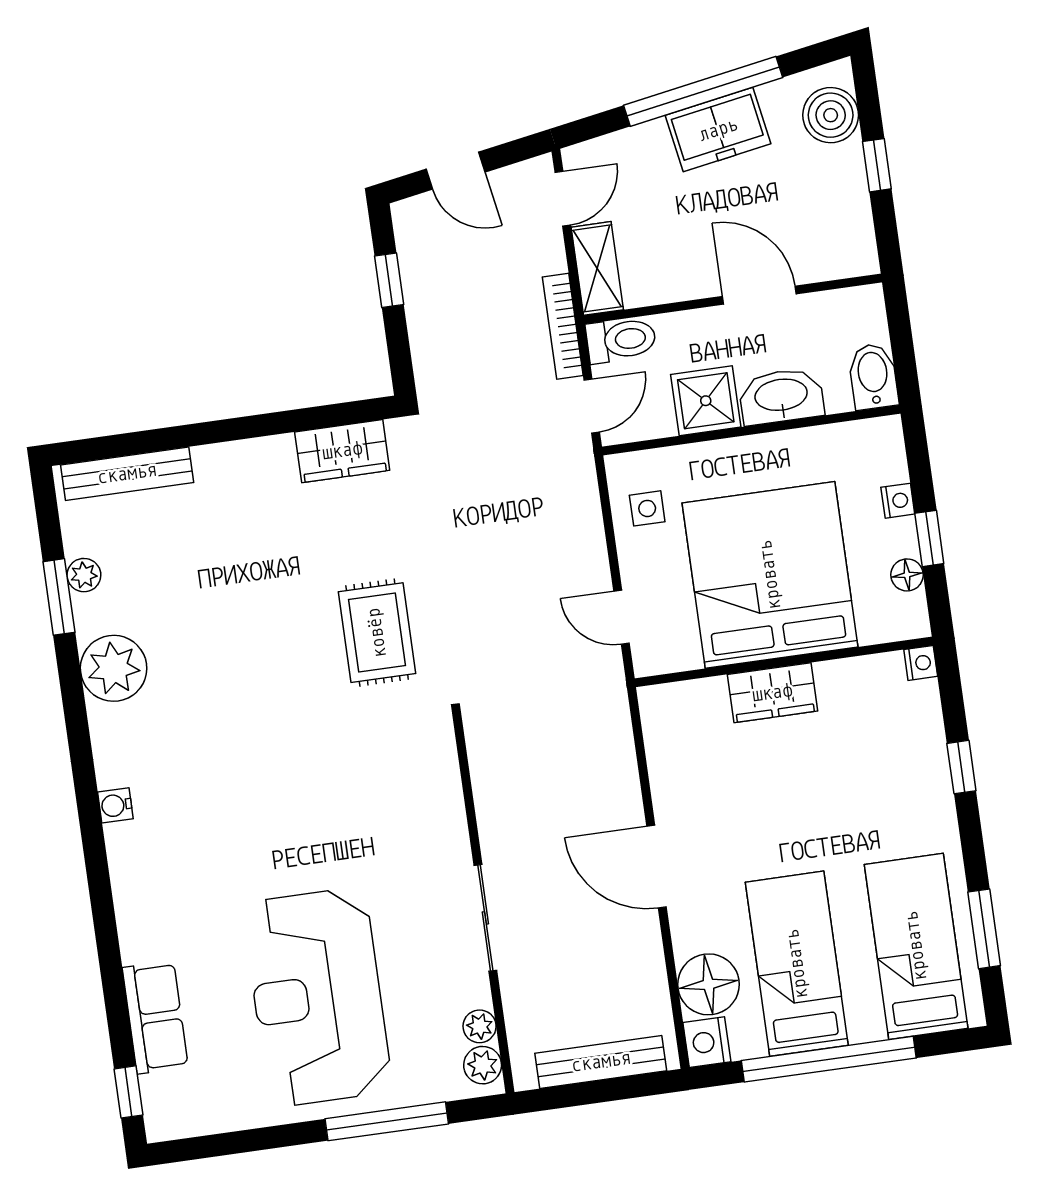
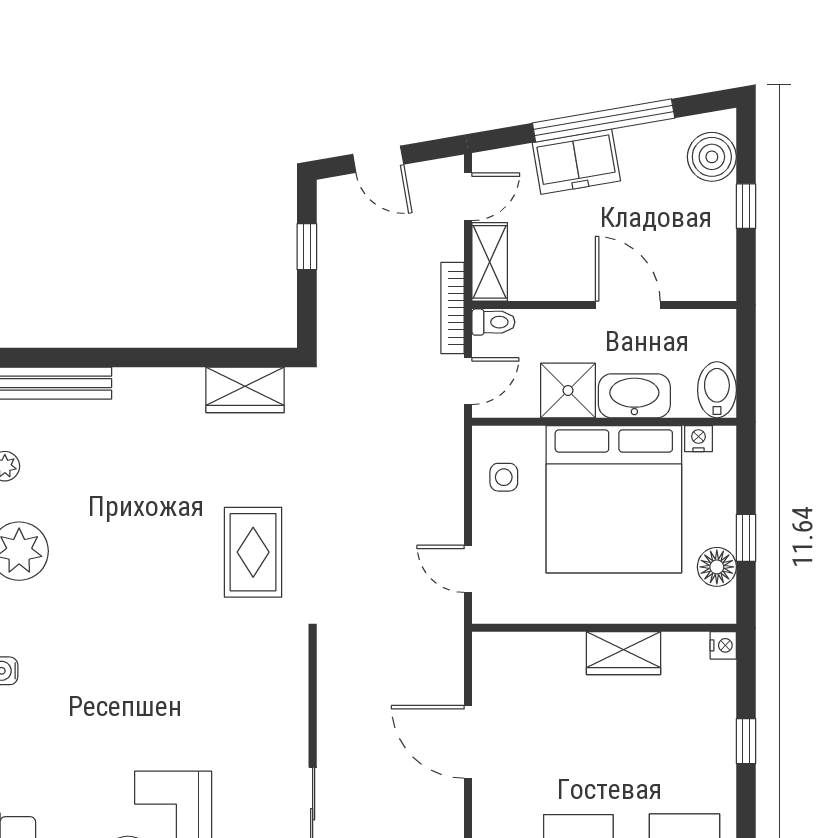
freezer: (718, 130) -> (576, 162), moved
toilet: (621, 340) -> (493, 322), width x0.73, depth x0.72
nightstand: (898, 501) -> (698, 439), moved, turned -90
bed: (770, 575) -> (614, 499), moved, turned 180
floor lamp: (907, 575) -> (717, 567), width x1.37, depth x1.37
wardrobe: (772, 693) -> (623, 653), moved
door: (657, 867) -> (468, 742), moved

